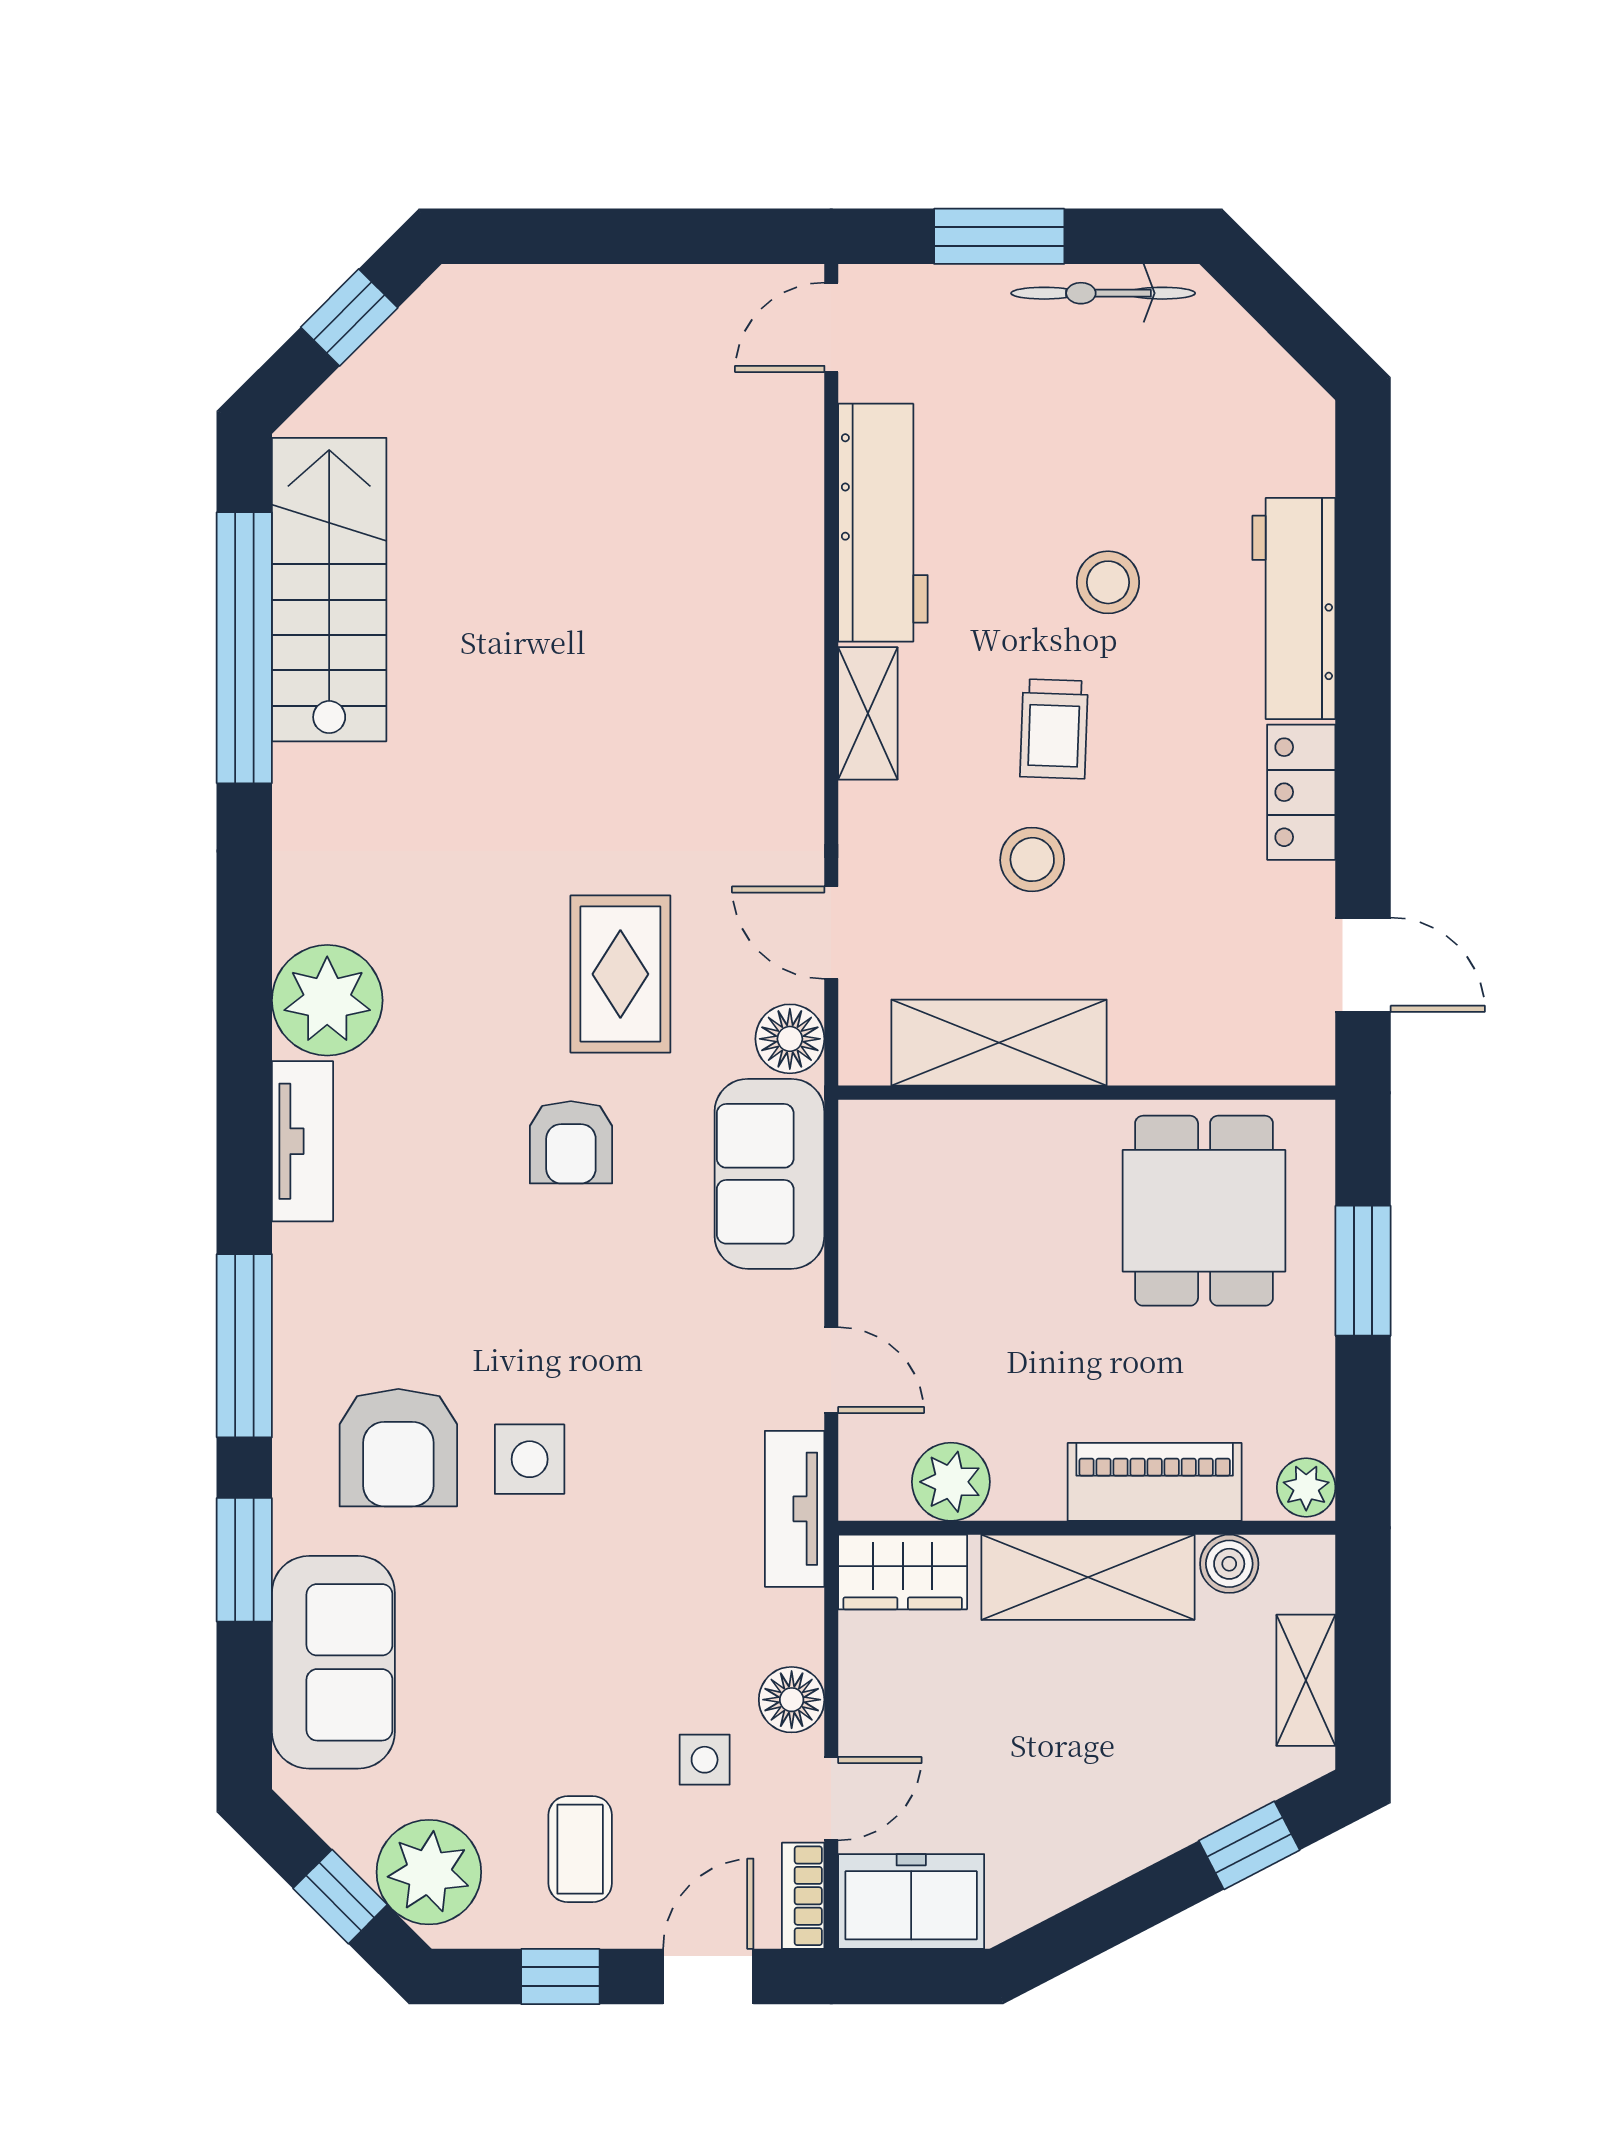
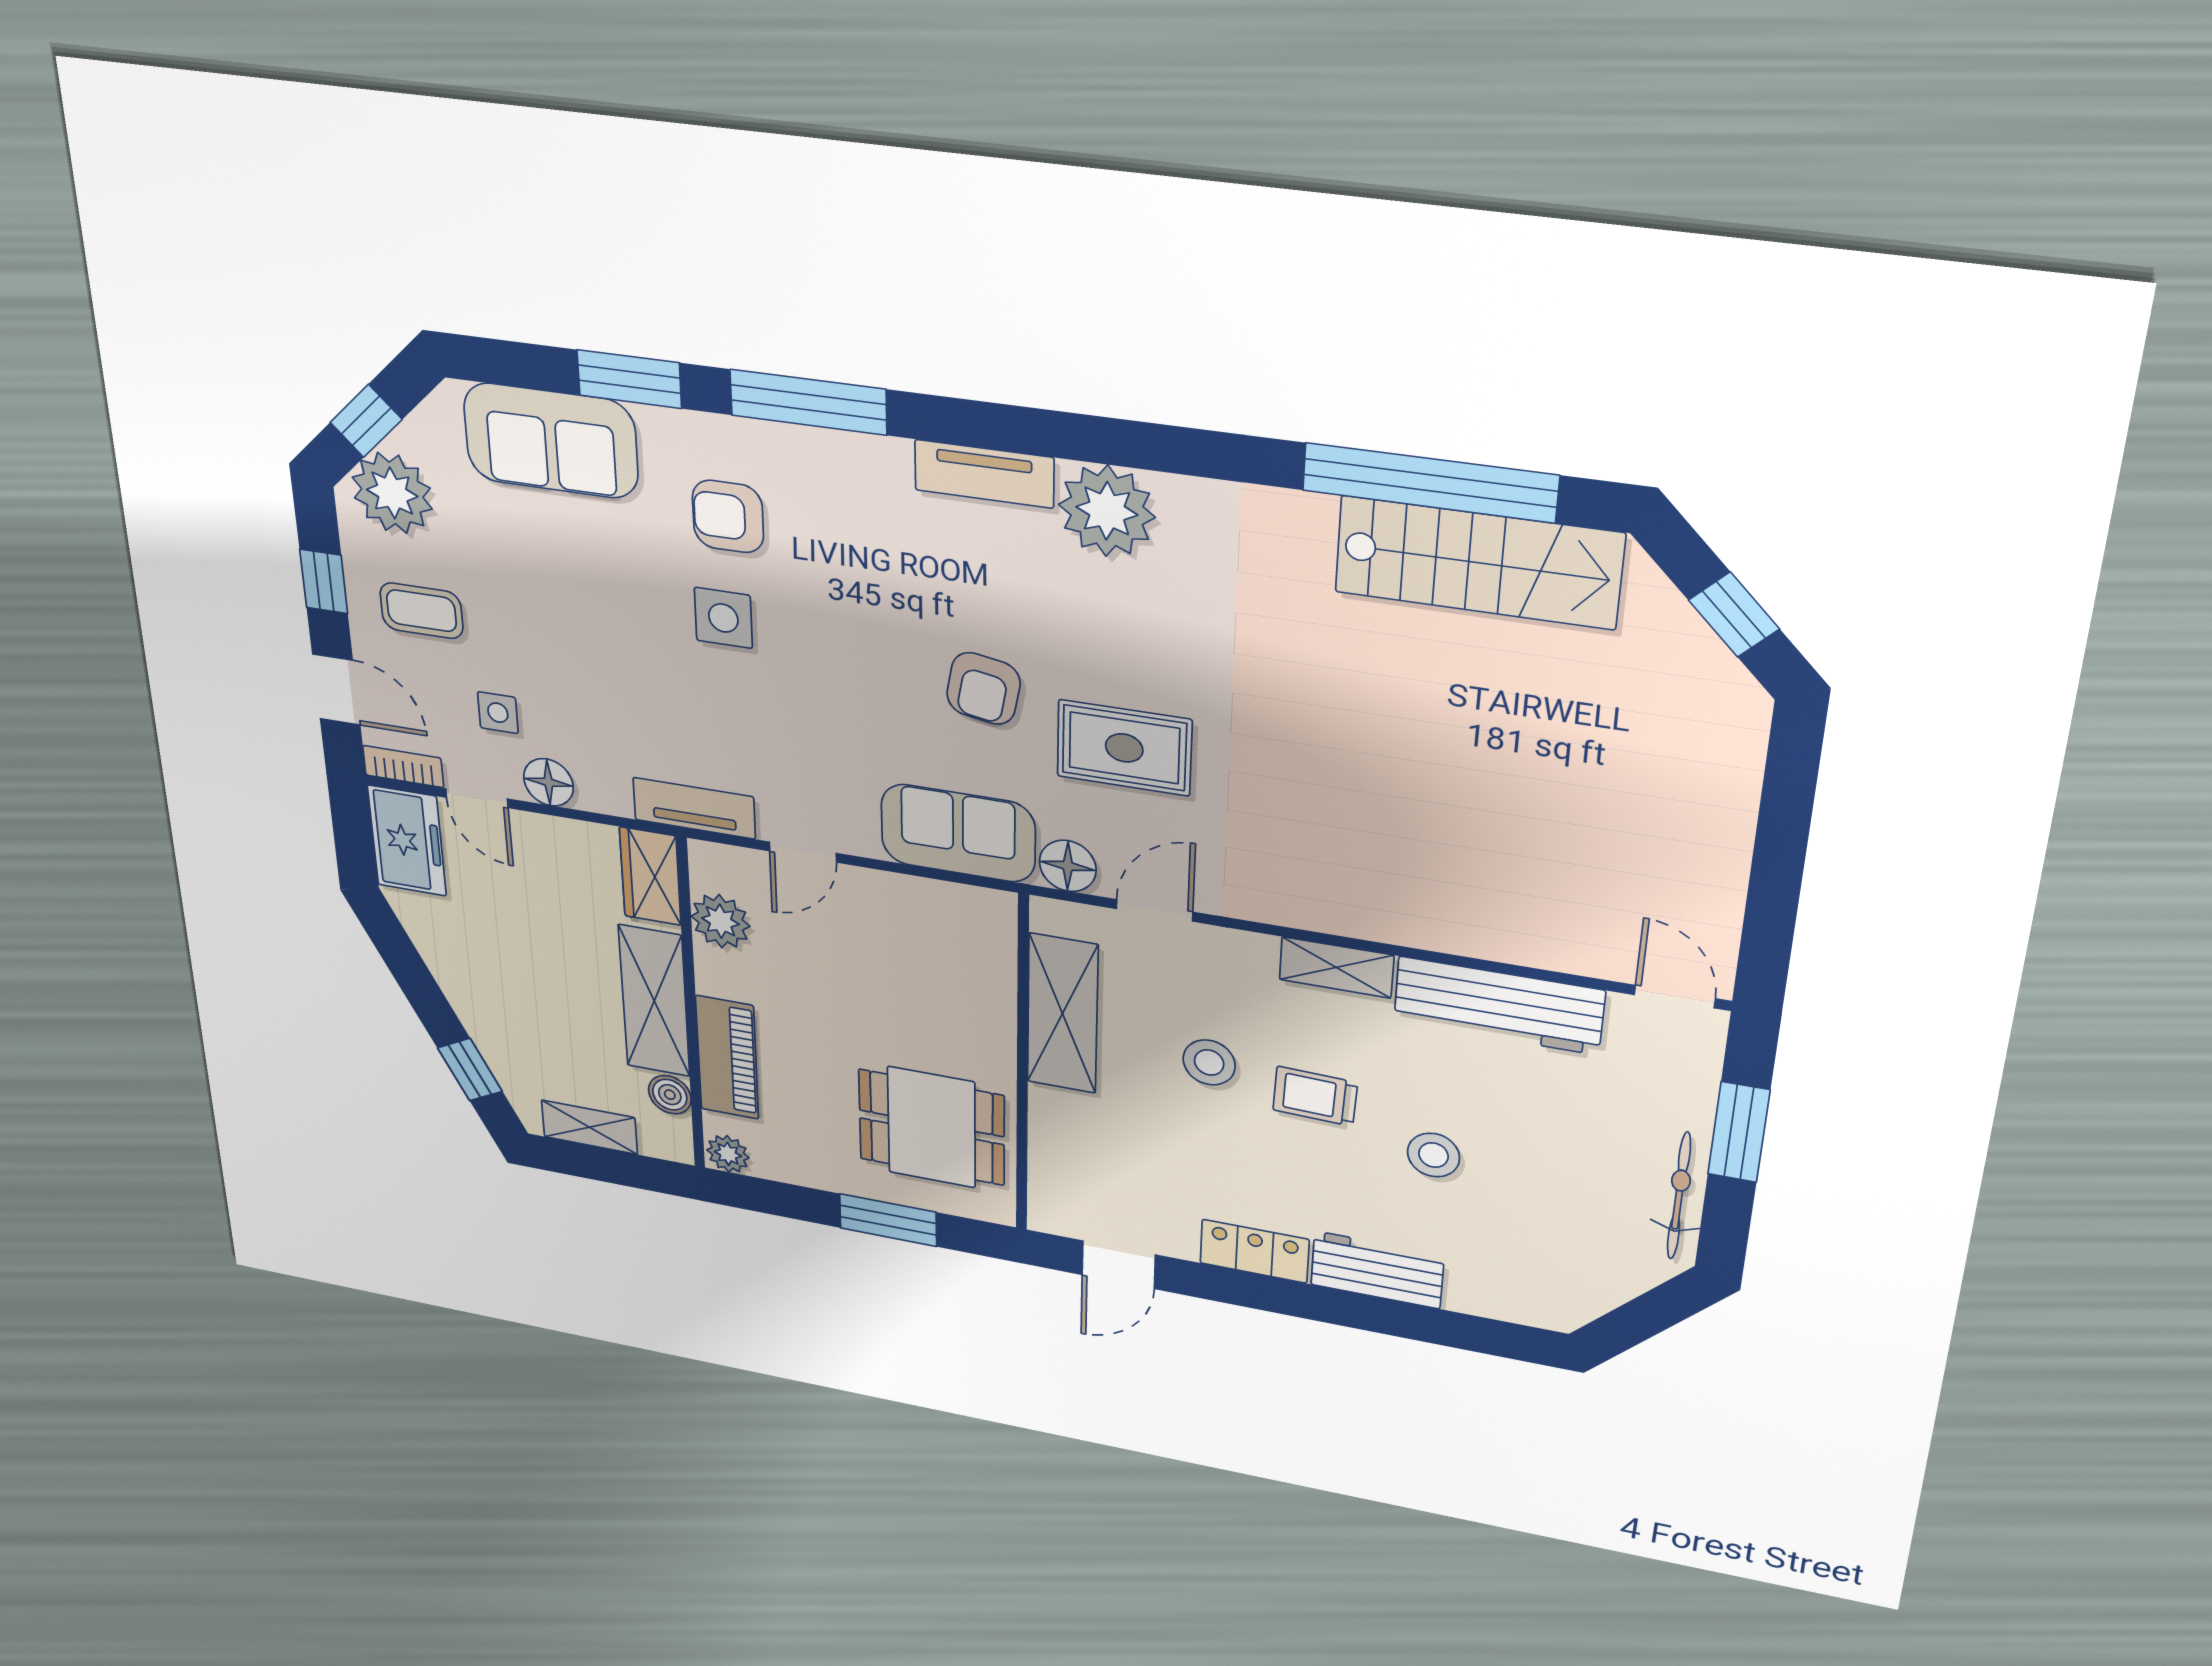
workbench: (1294, 609) -> (1377, 1270), width x0.73
armchair: (571, 1142) -> (983, 688), turned -80
armchair: (398, 1448) -> (728, 517), width x0.72, depth x0.72

